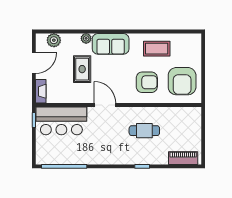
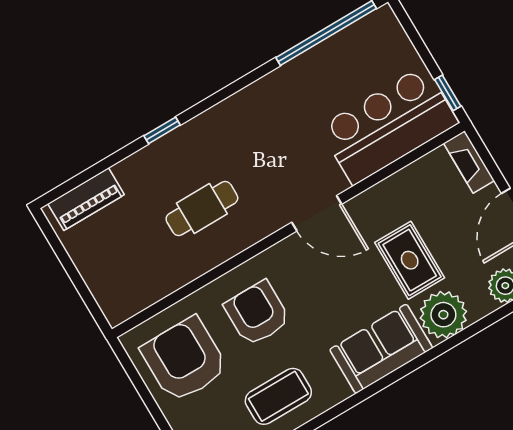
plant: (86, 38) -> (443, 315), width x1.88, depth x1.88
armchair: (147, 82) -> (257, 313), turned 90

